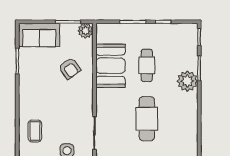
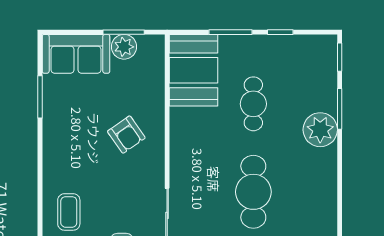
plant: (86, 31) -> (124, 47), moved
booth: (110, 66) -> (193, 70), moved
armchair: (70, 68) -> (126, 135), moved

